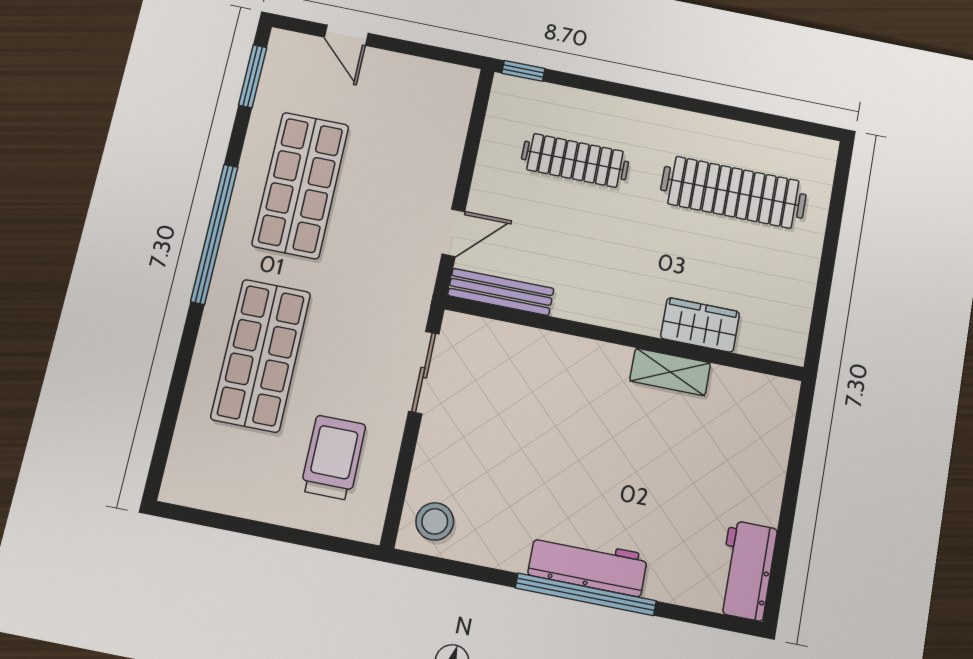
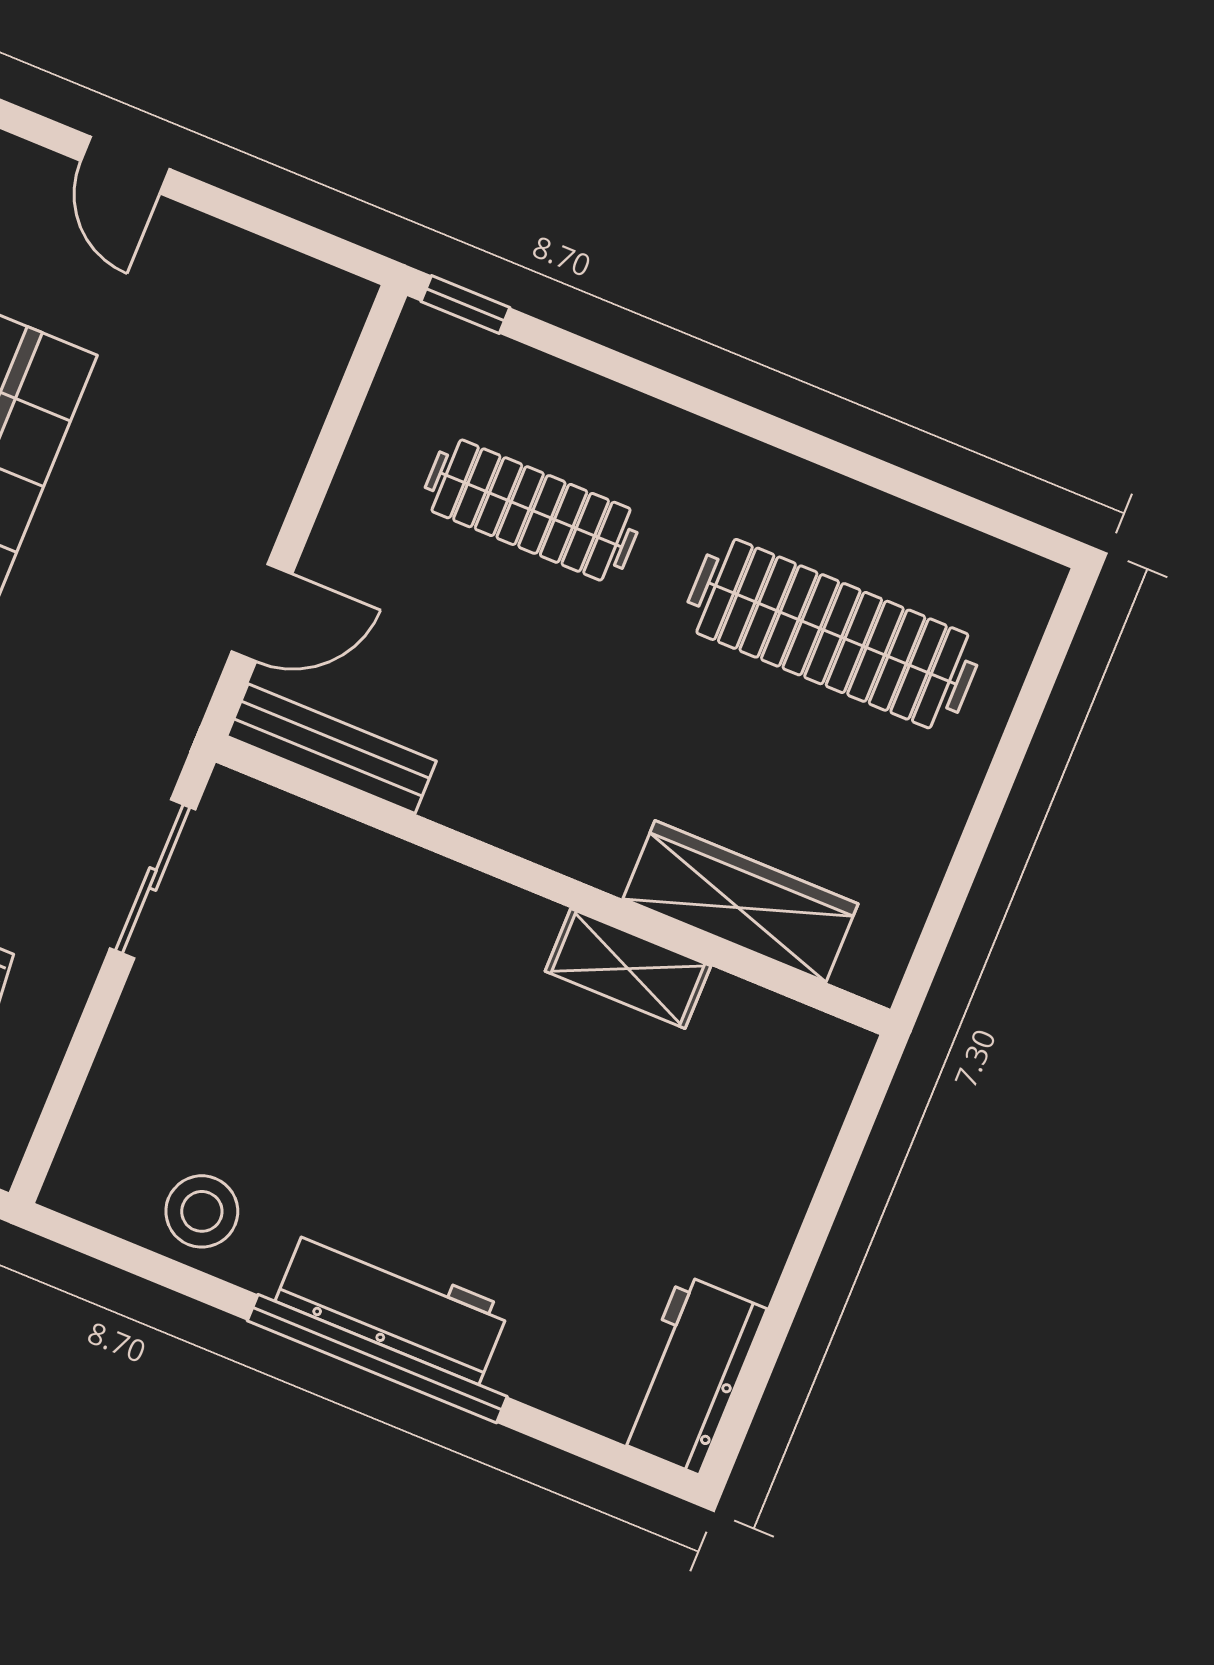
wardrobe: (700, 325) -> (740, 901), width x1.50
stool: (435, 521) -> (202, 1211), moved

